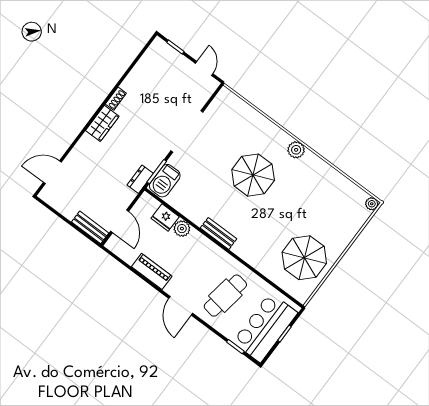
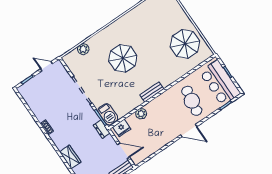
wardrobe: (102, 123) -> (70, 157), moved
plant: (296, 150) -> (83, 49), moved
fridge: (165, 217) -> (122, 128), moved
piano: (152, 271) -> (161, 141), removed

